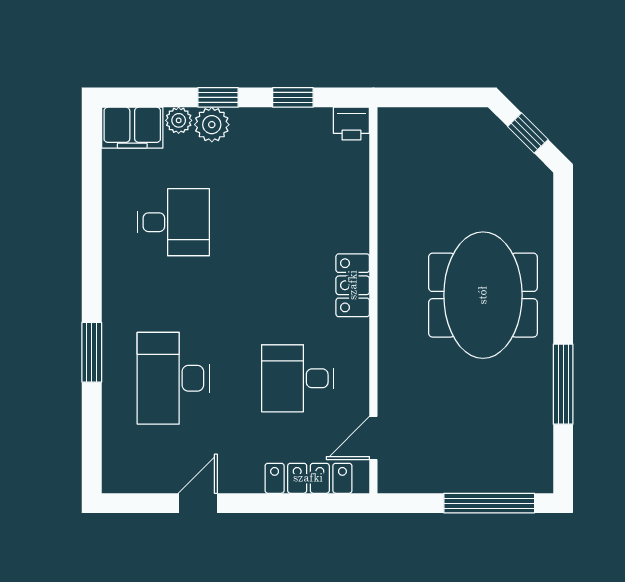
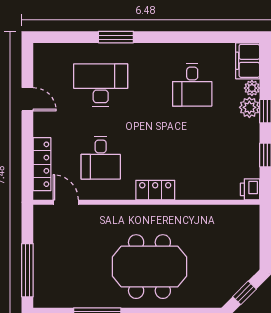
desk: (298, 378) -> (101, 158), turned 180

